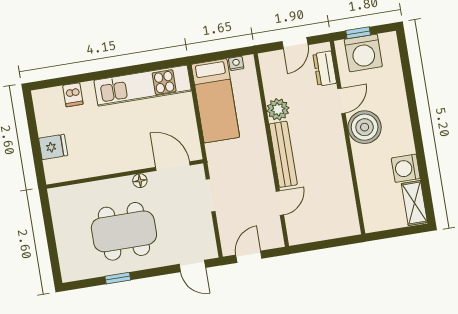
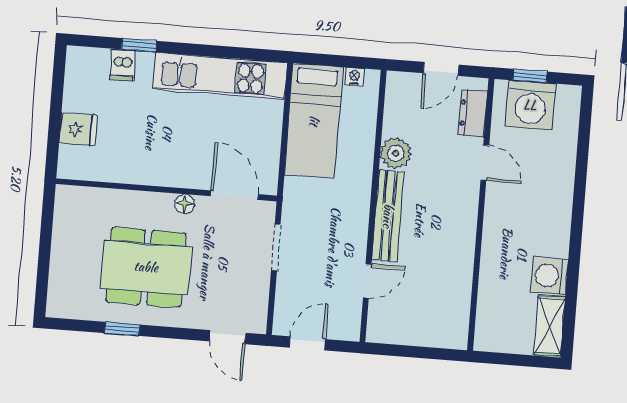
window: (81, 78) -> (139, 45), added
door: (341, 101) -> (485, 163), hinge flipped
boiler: (365, 127) -> (507, 206), removed

